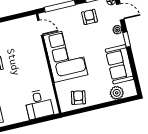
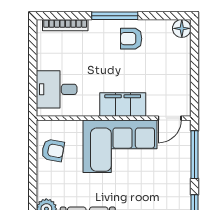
armchair: (89, 17) -> (168, 195), removed
filing cabinet: (38, 60) -> (123, 105), added

